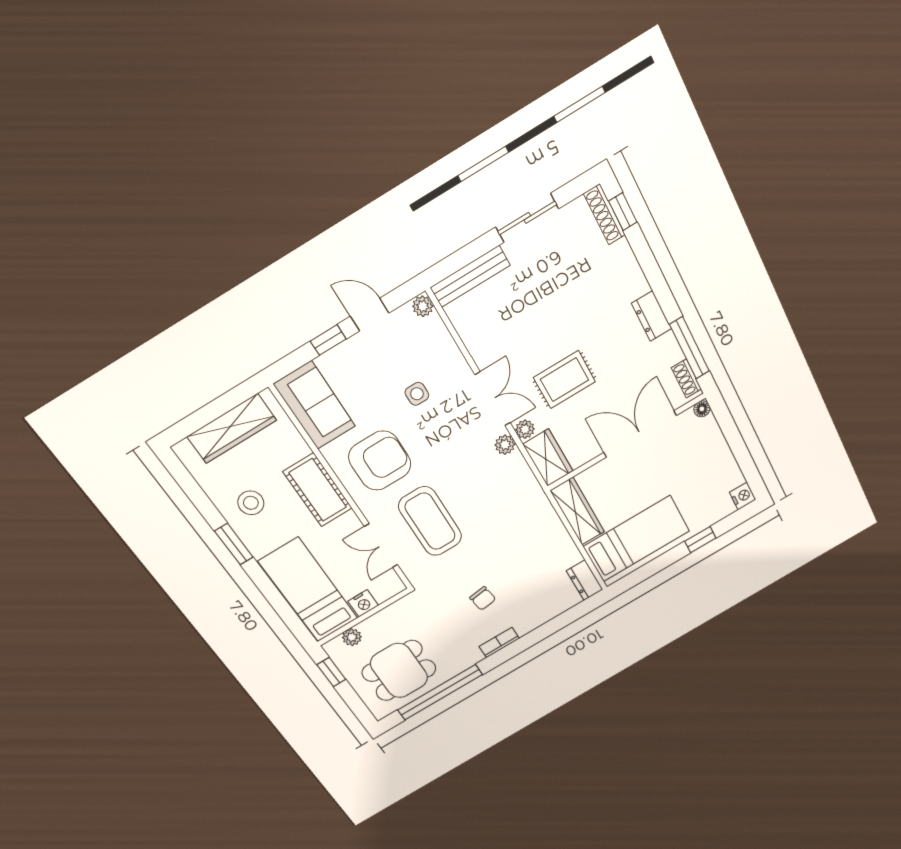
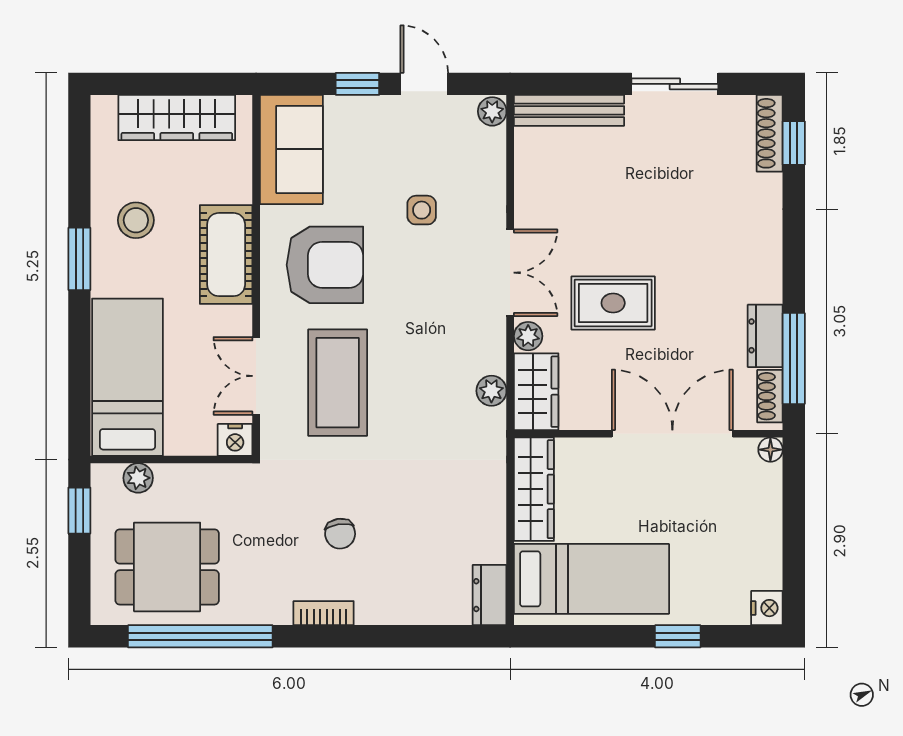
dresser: (651, 316) -> (765, 336), moved
plant: (505, 445) -> (491, 391), moved
nightstand: (363, 603) -> (235, 440), moved

